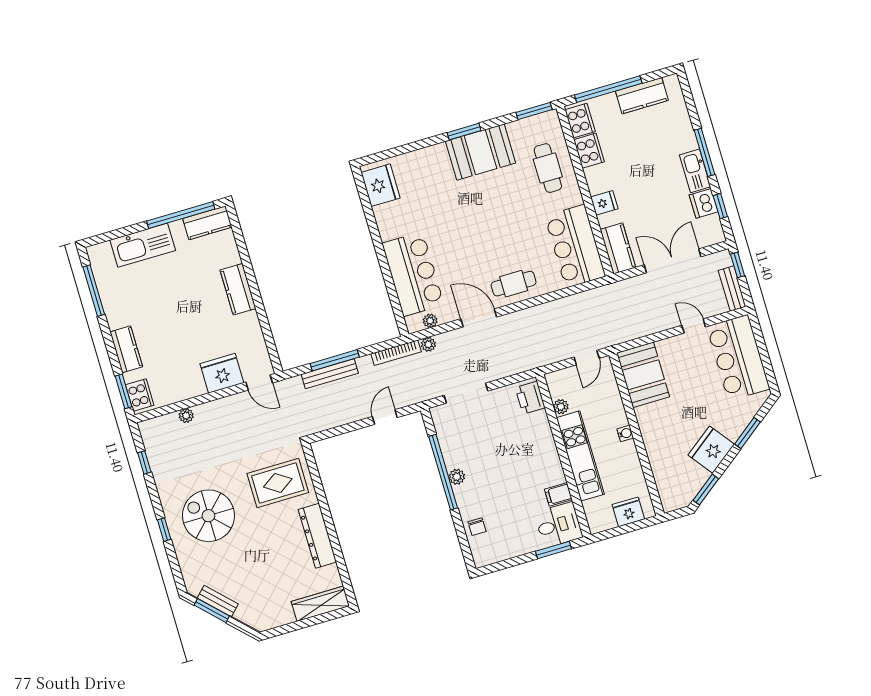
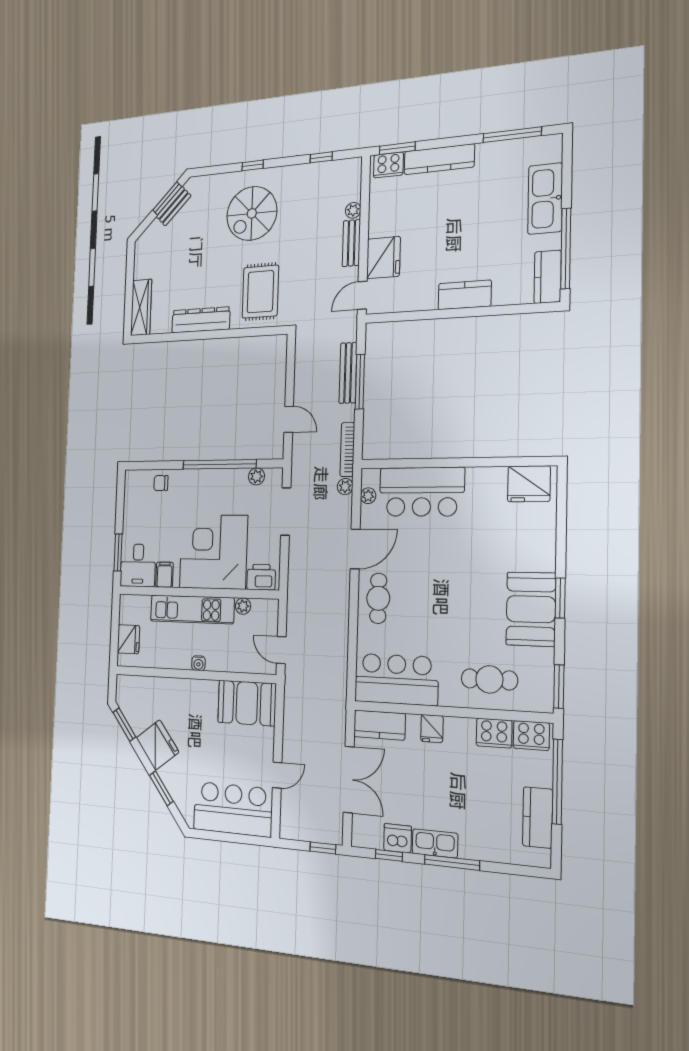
bench: (732, 289) -> (351, 243), moved, turned 90
kitchen counter: (126, 349) -> (439, 159), width x1.50
corner desk: (523, 452) -> (213, 552), added
plant: (457, 477) -> (256, 476), moved
spiral stairs: (208, 516) -> (252, 213), turned 180

